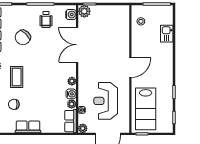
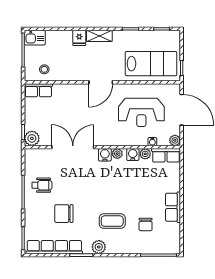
water cooler: (71, 15) -> (105, 155), moved
row of seats: (124, 17) -> (38, 90), added
kitchen sink: (167, 34) -> (35, 38), moved
chair: (23, 37) -> (64, 214), turned 136
double door: (77, 45) -> (73, 147), swing flipped
fridge: (167, 50) -> (79, 38), added
shelving: (168, 67) -> (99, 36), added
door: (130, 68) -> (101, 82), swing flipped

